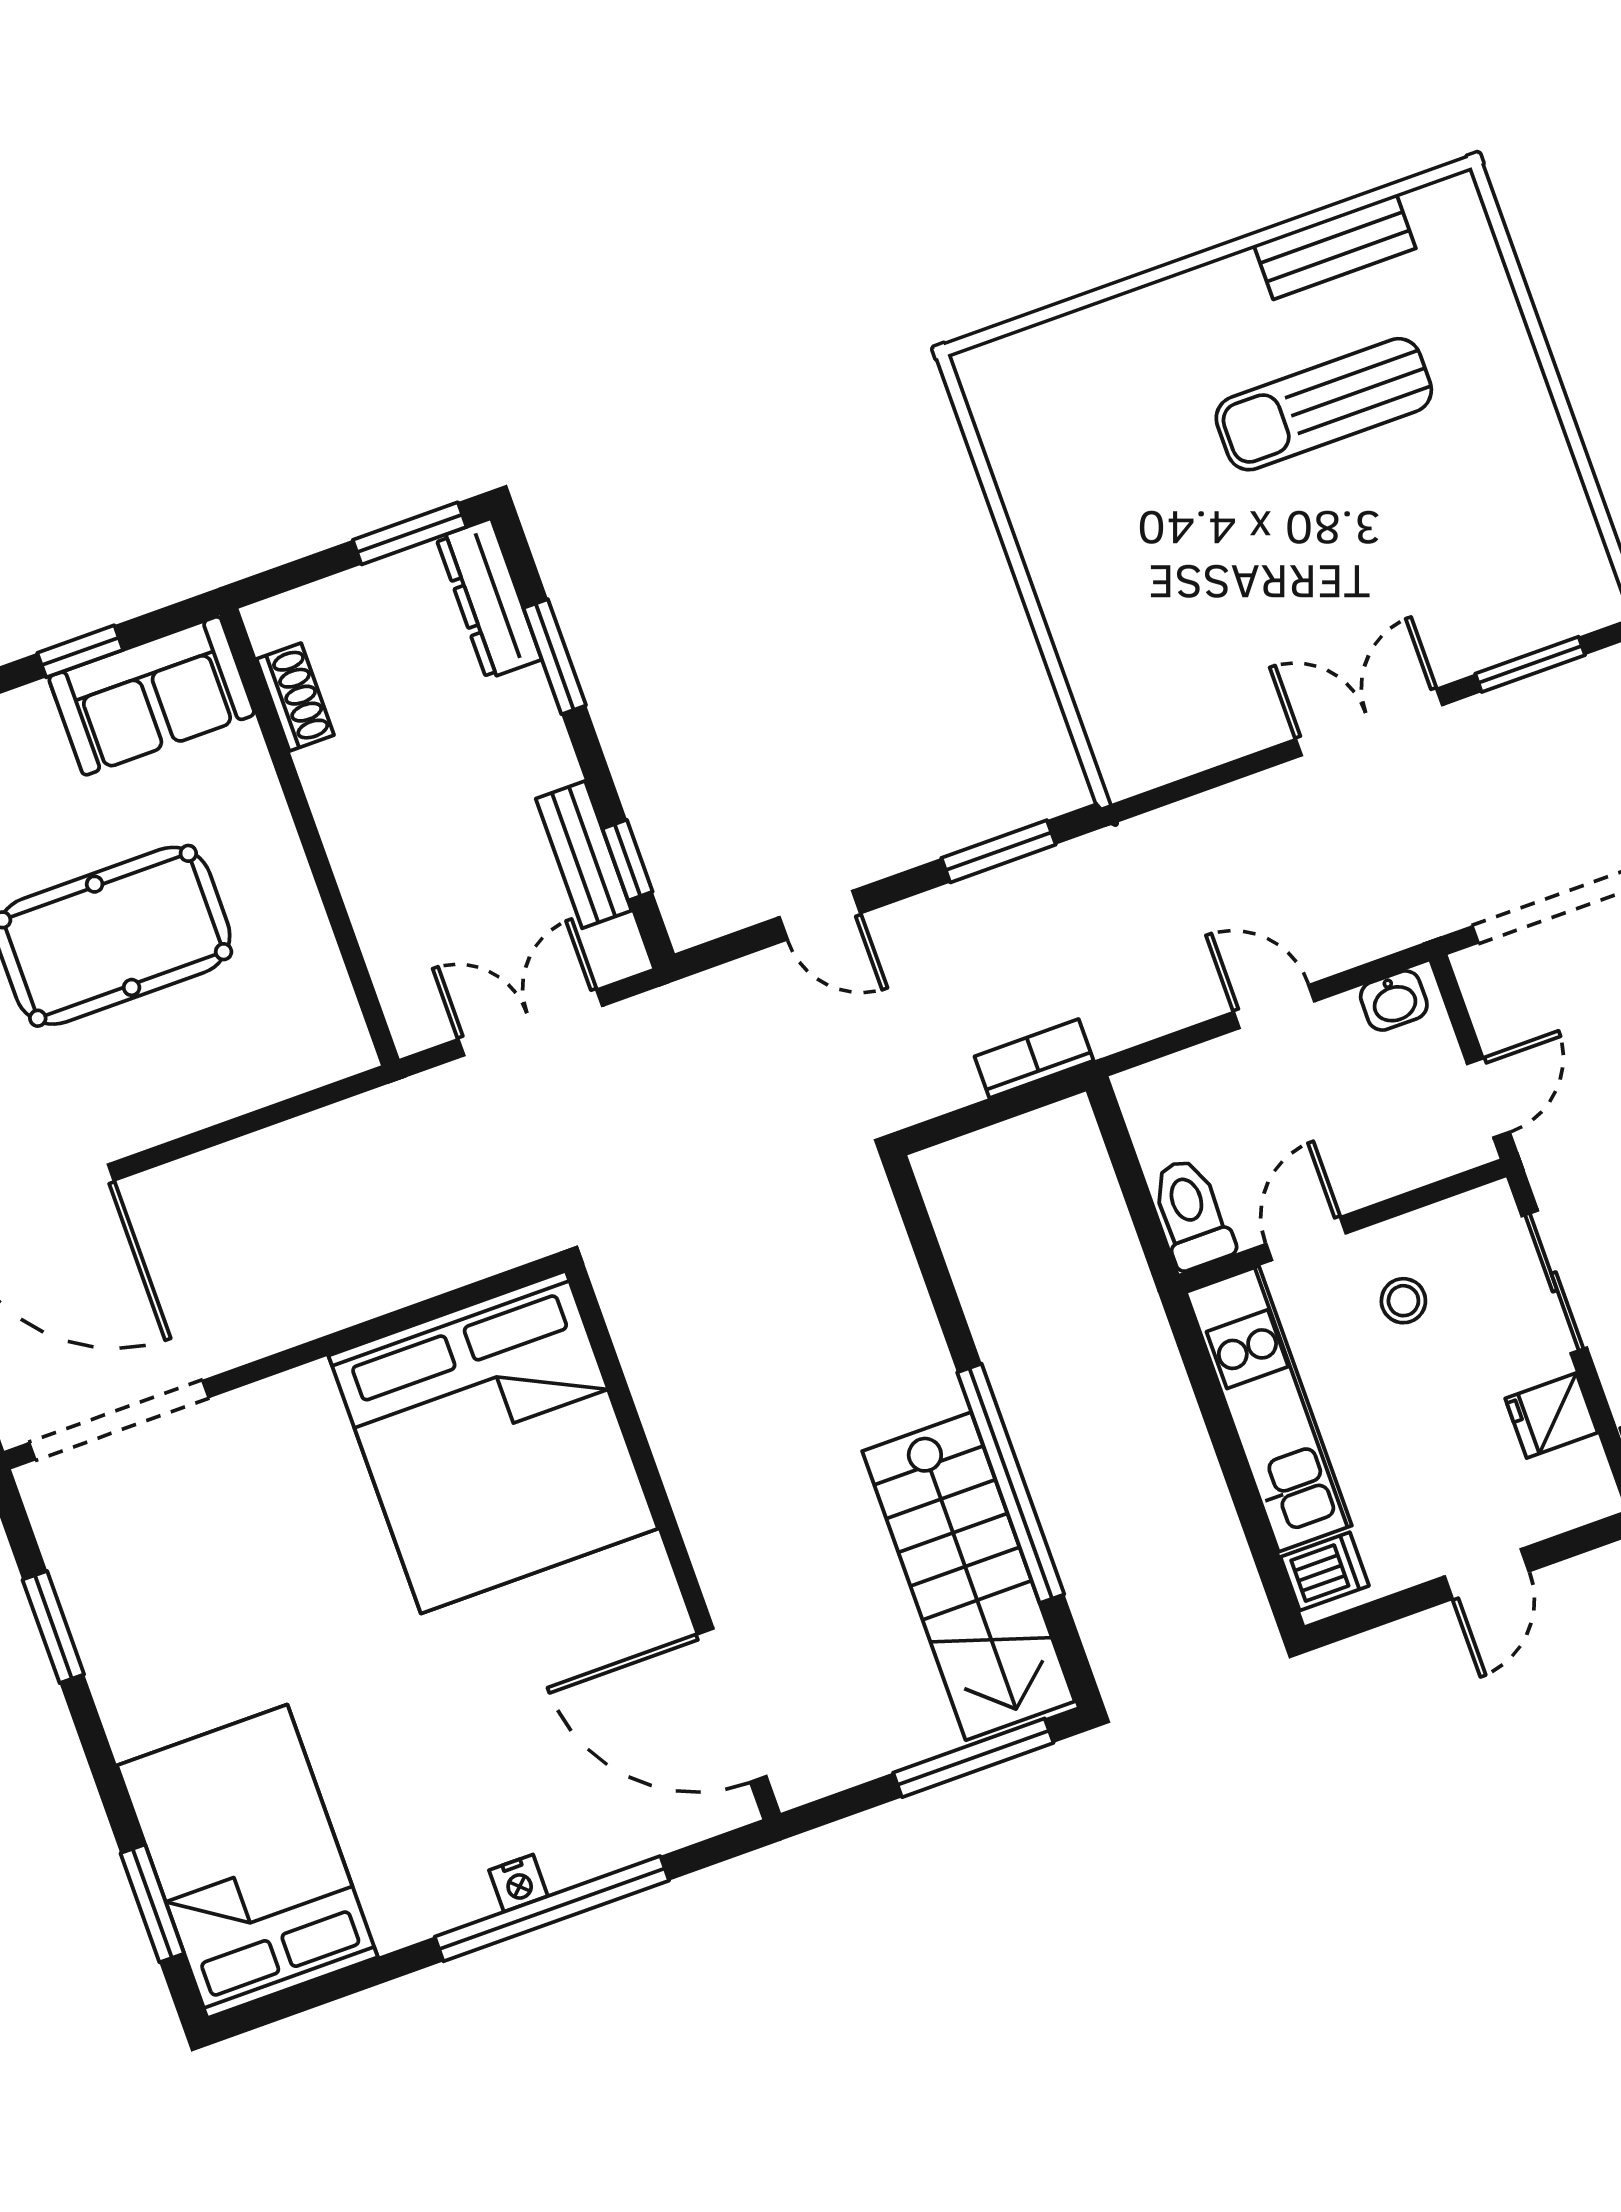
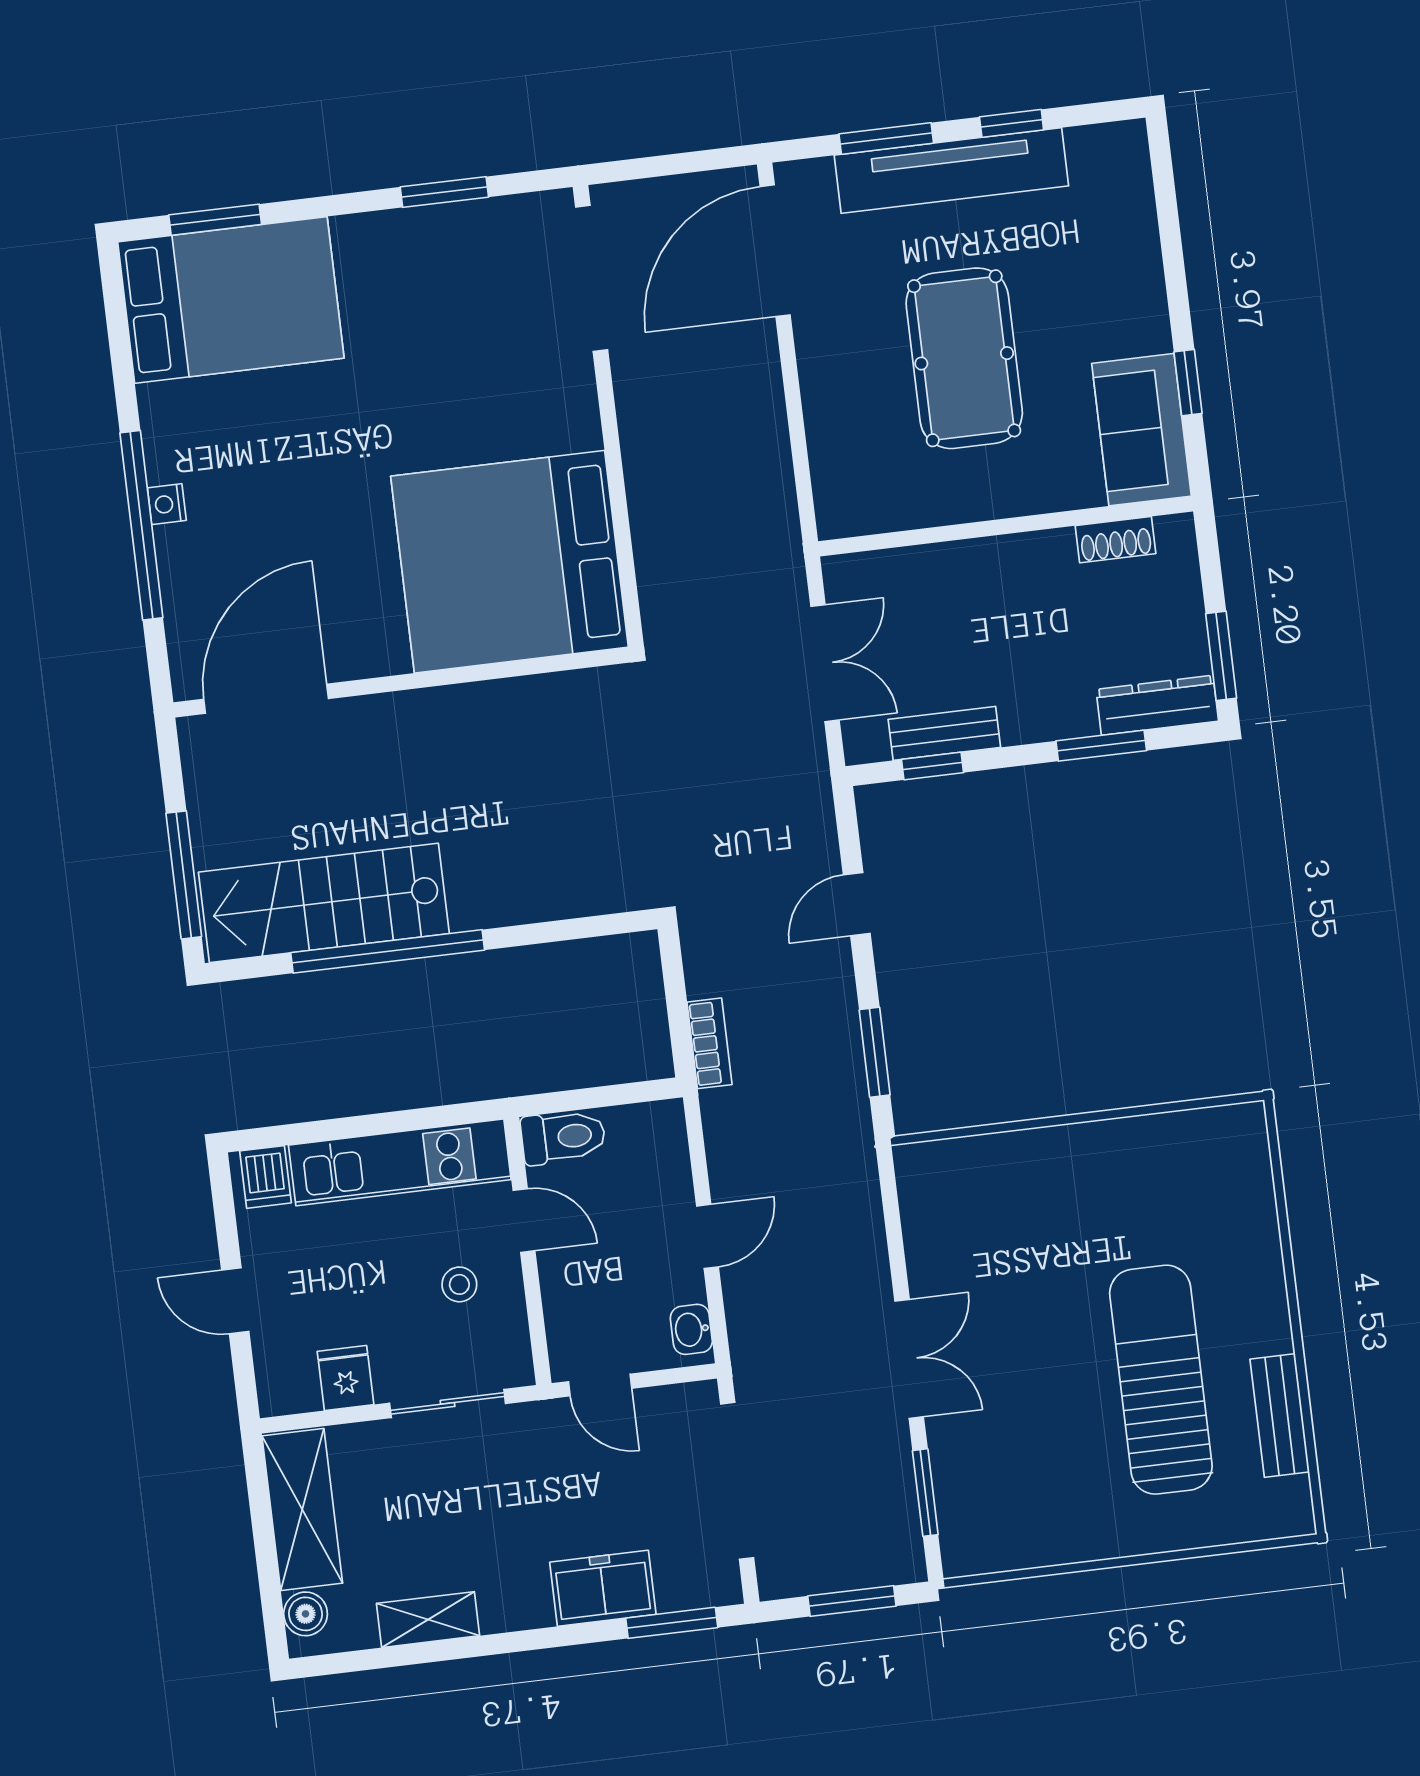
sun lounger: (1324, 404) -> (1161, 1380), width x1.36, depth x1.34

